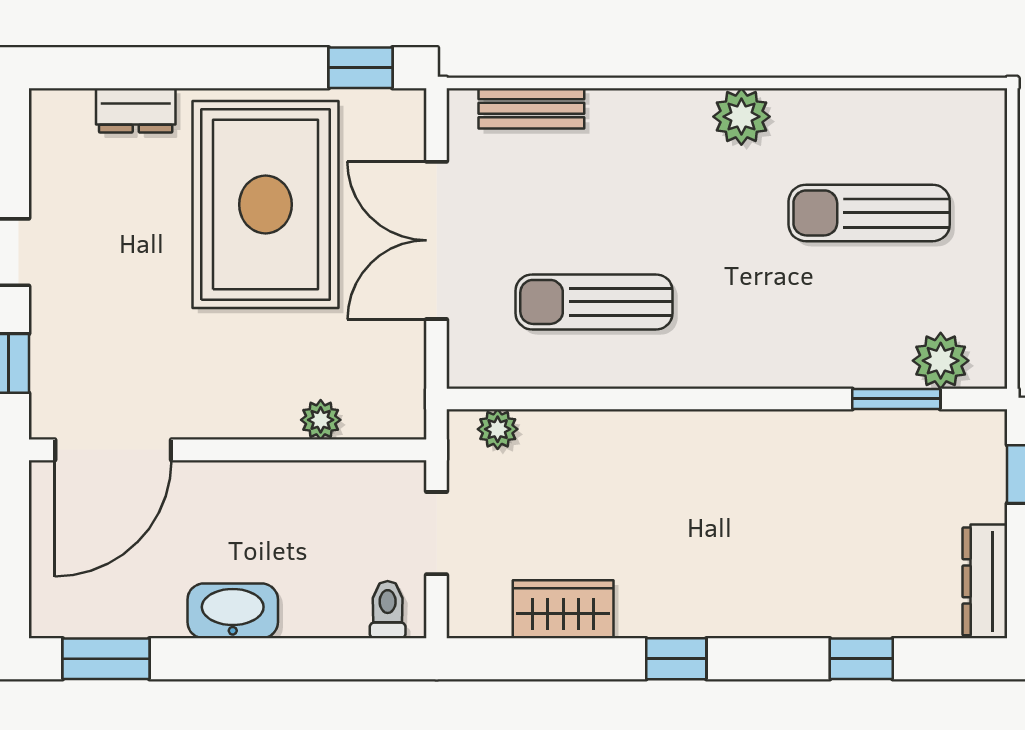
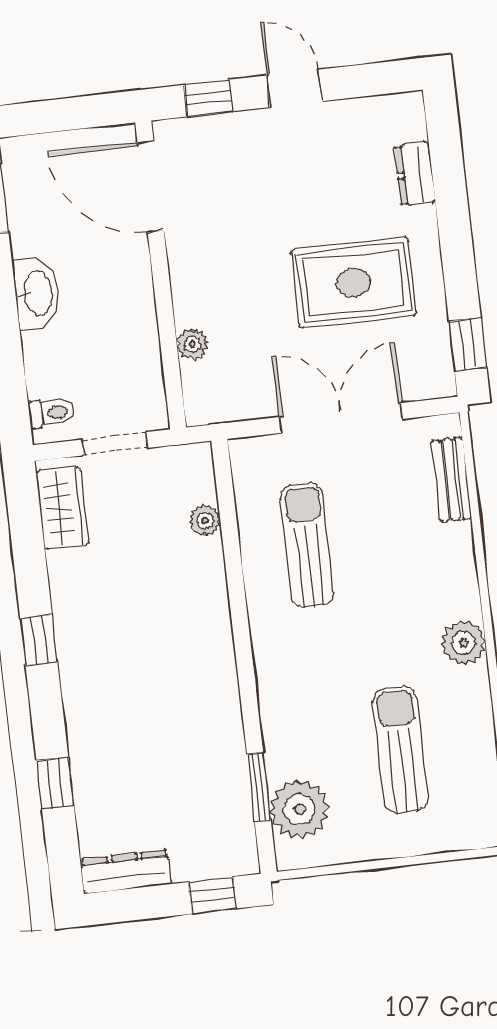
rug: (266, 205) -> (354, 283), width x0.73, depth x0.69
plant: (941, 361) -> (299, 809), width x1.36, depth x1.36
plant: (498, 429) -> (205, 520), moved
wardrobe: (563, 609) -> (63, 508), moved

